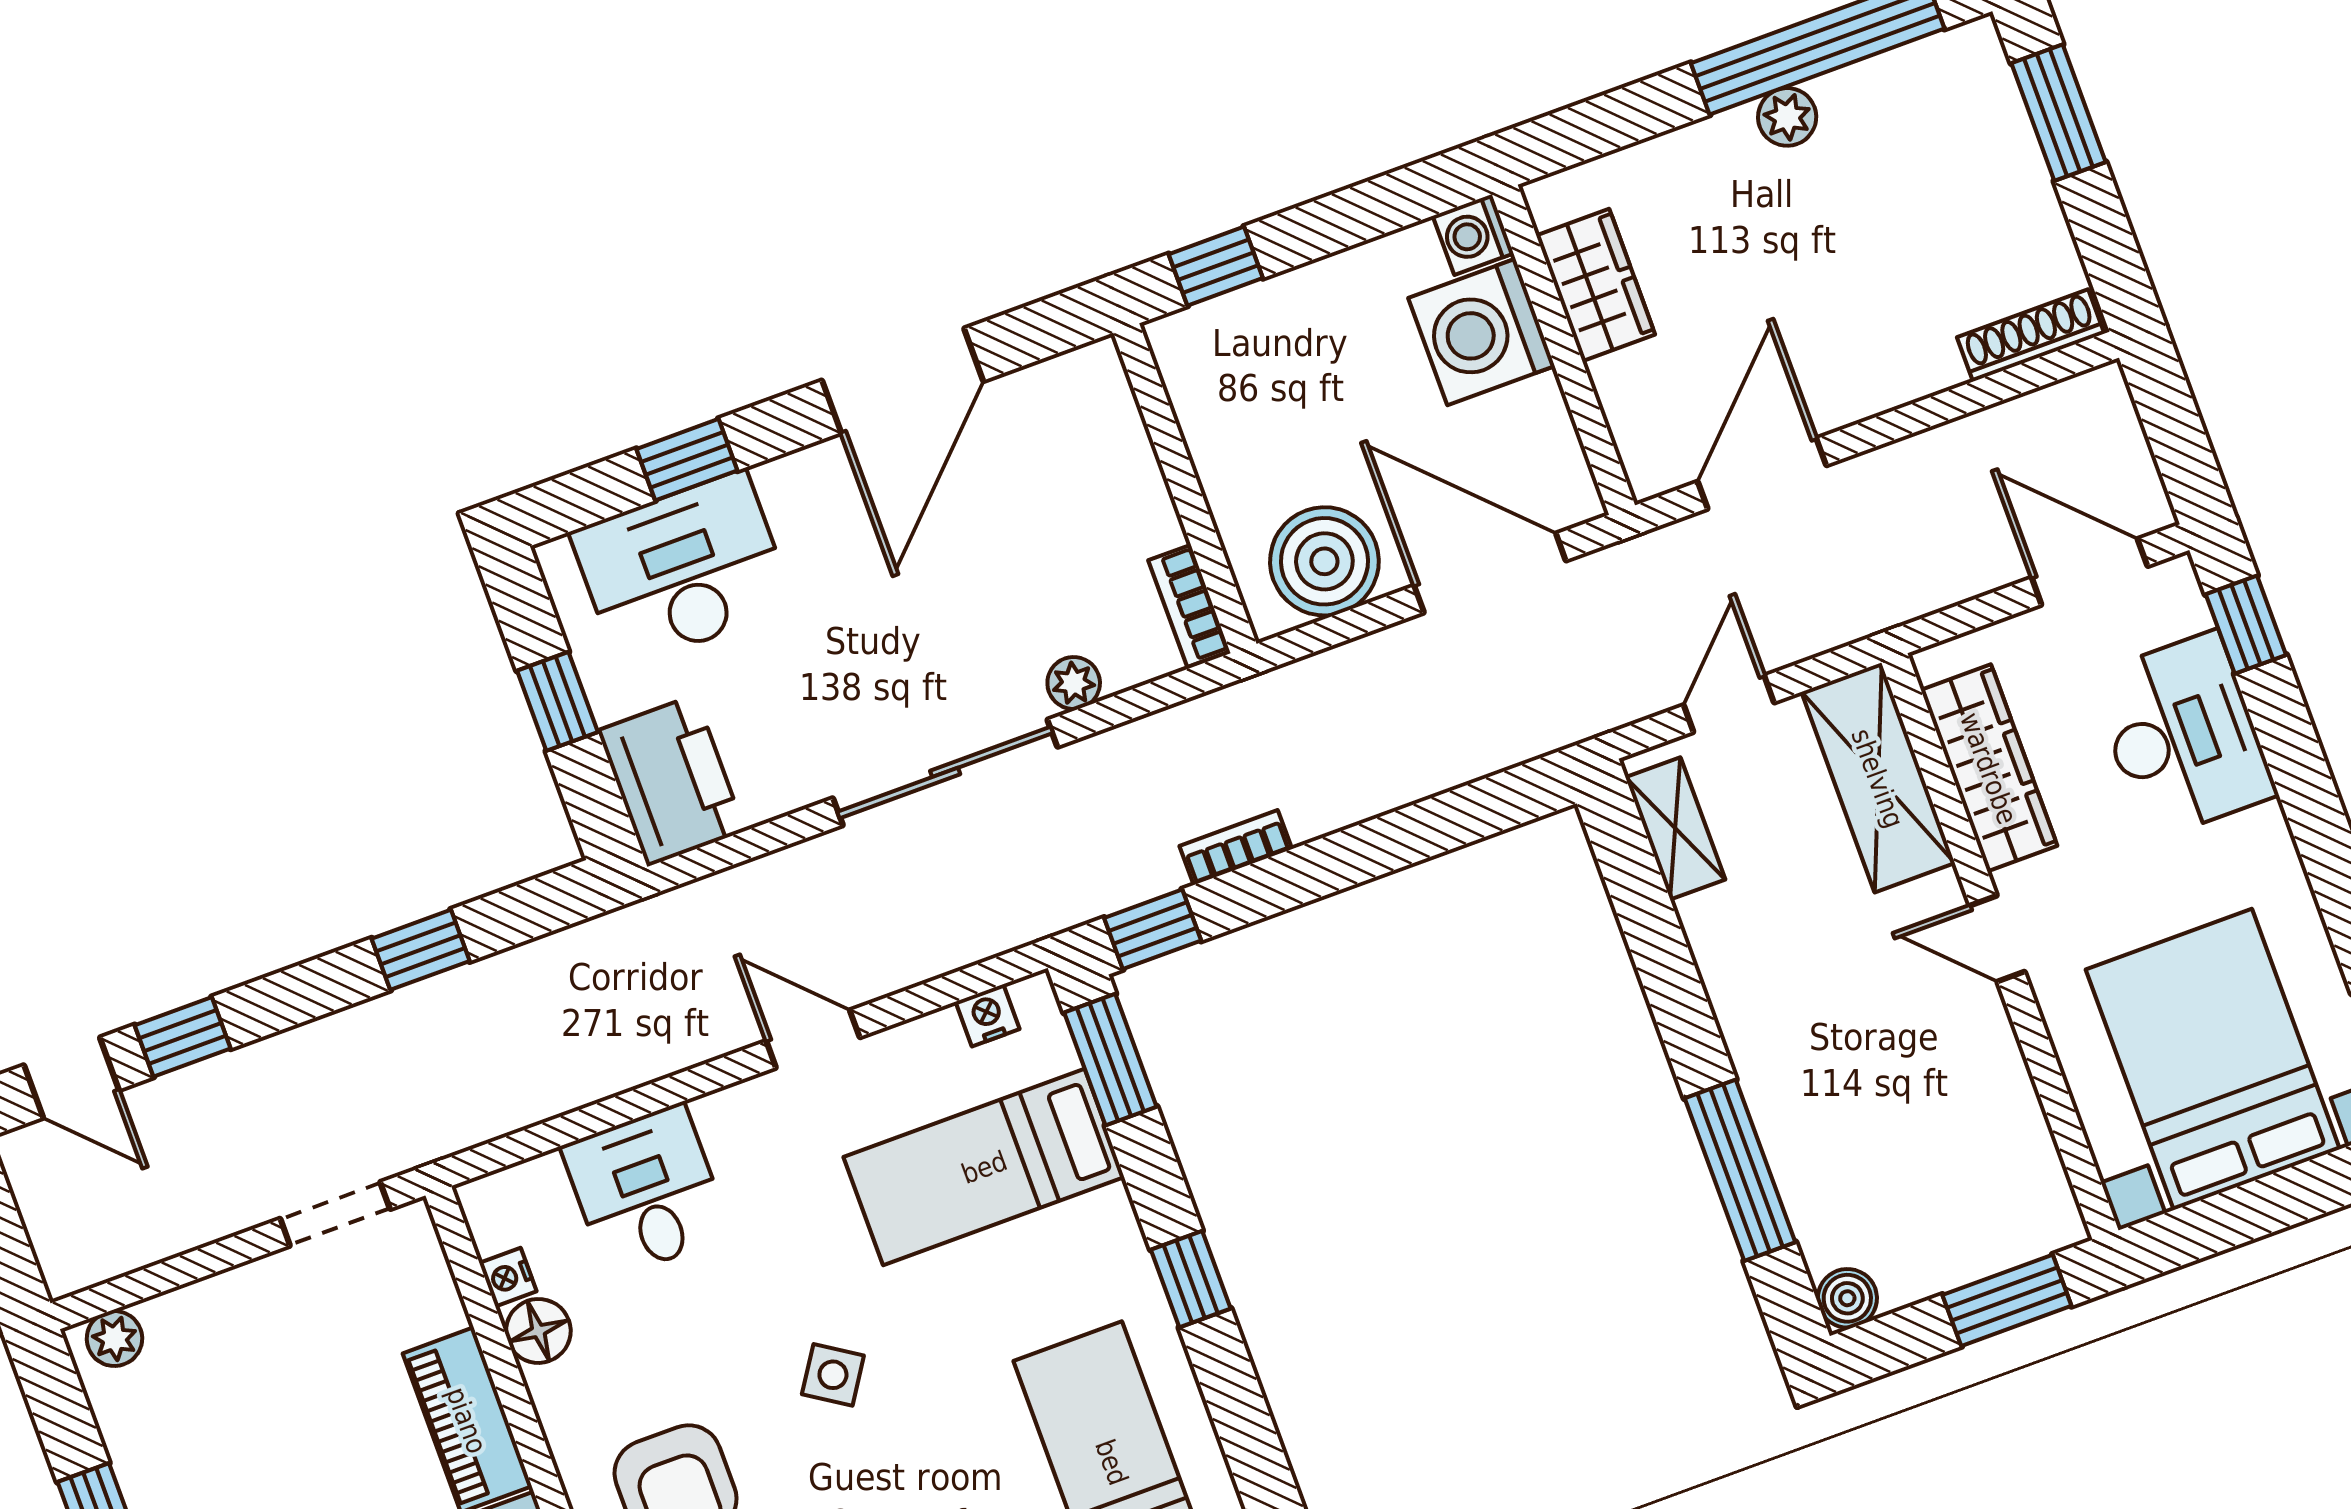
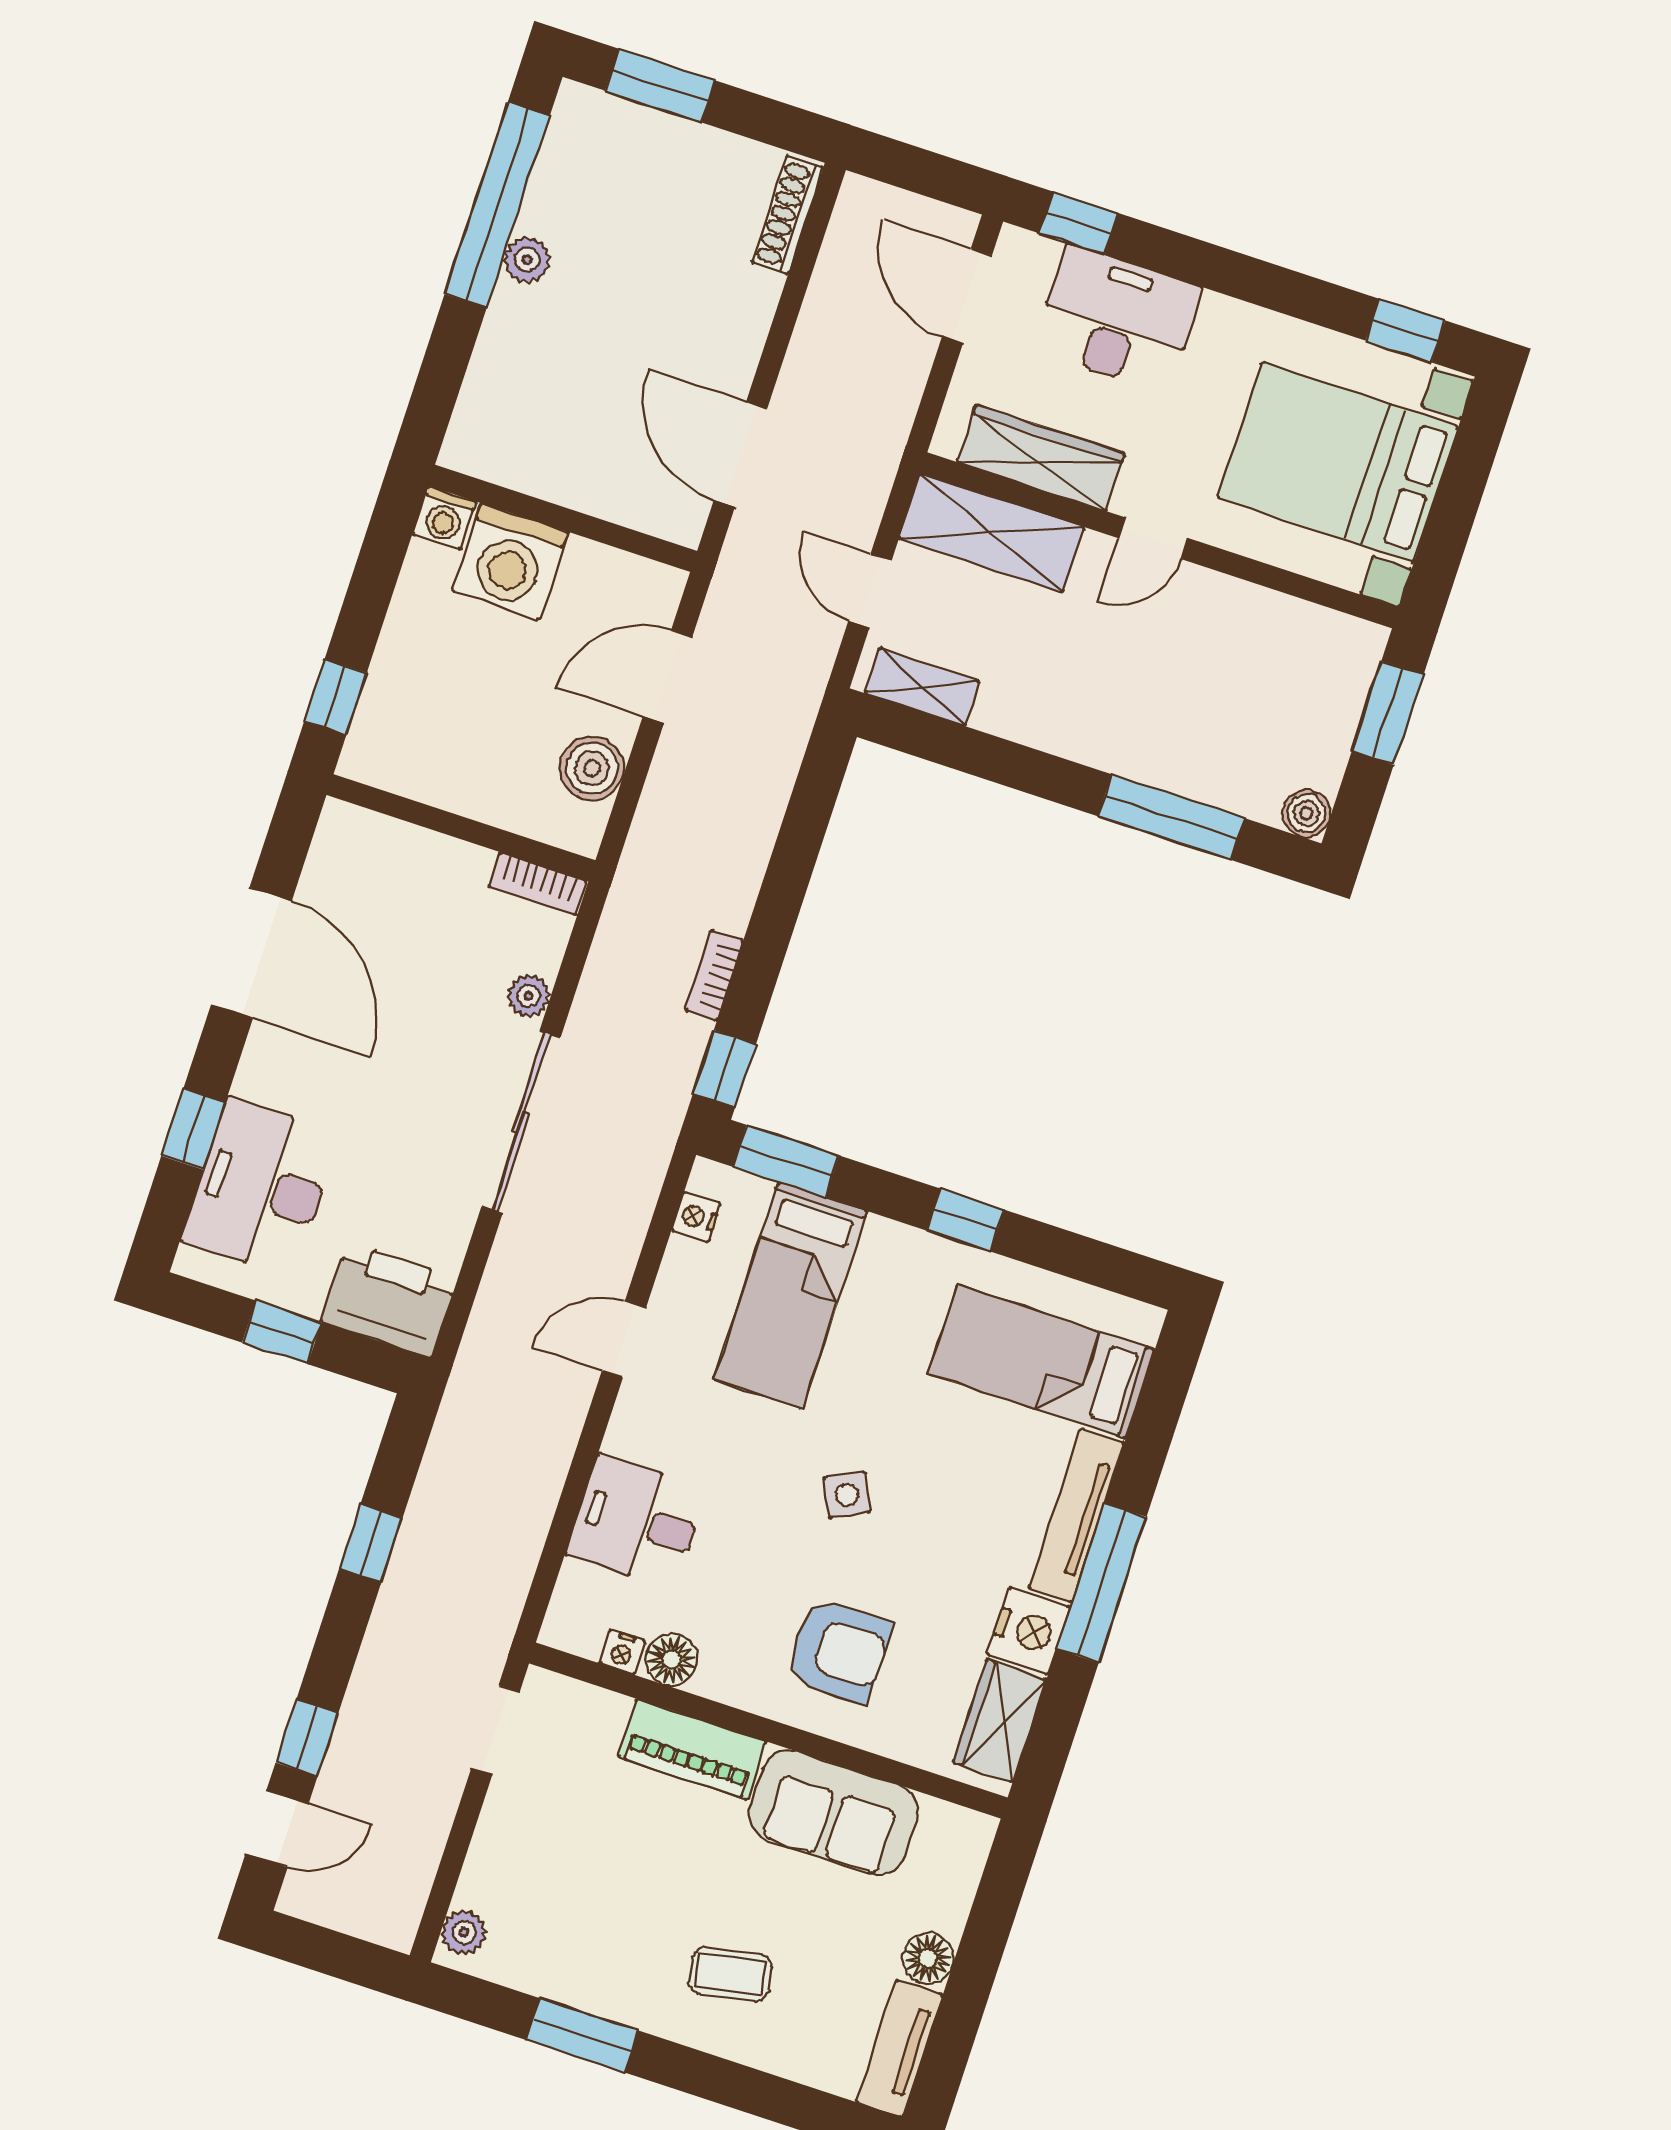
wardrobe: (1596, 285) -> (538, 465), removed
boiler: (1324, 561) -> (592, 768), width x0.73, depth x0.73
door: (2090, 572) -> (967, 296), hinge flipped
door: (1490, 573) -> (667, 677), width x0.73
side table: (833, 1375) -> (847, 1495), turned 31

